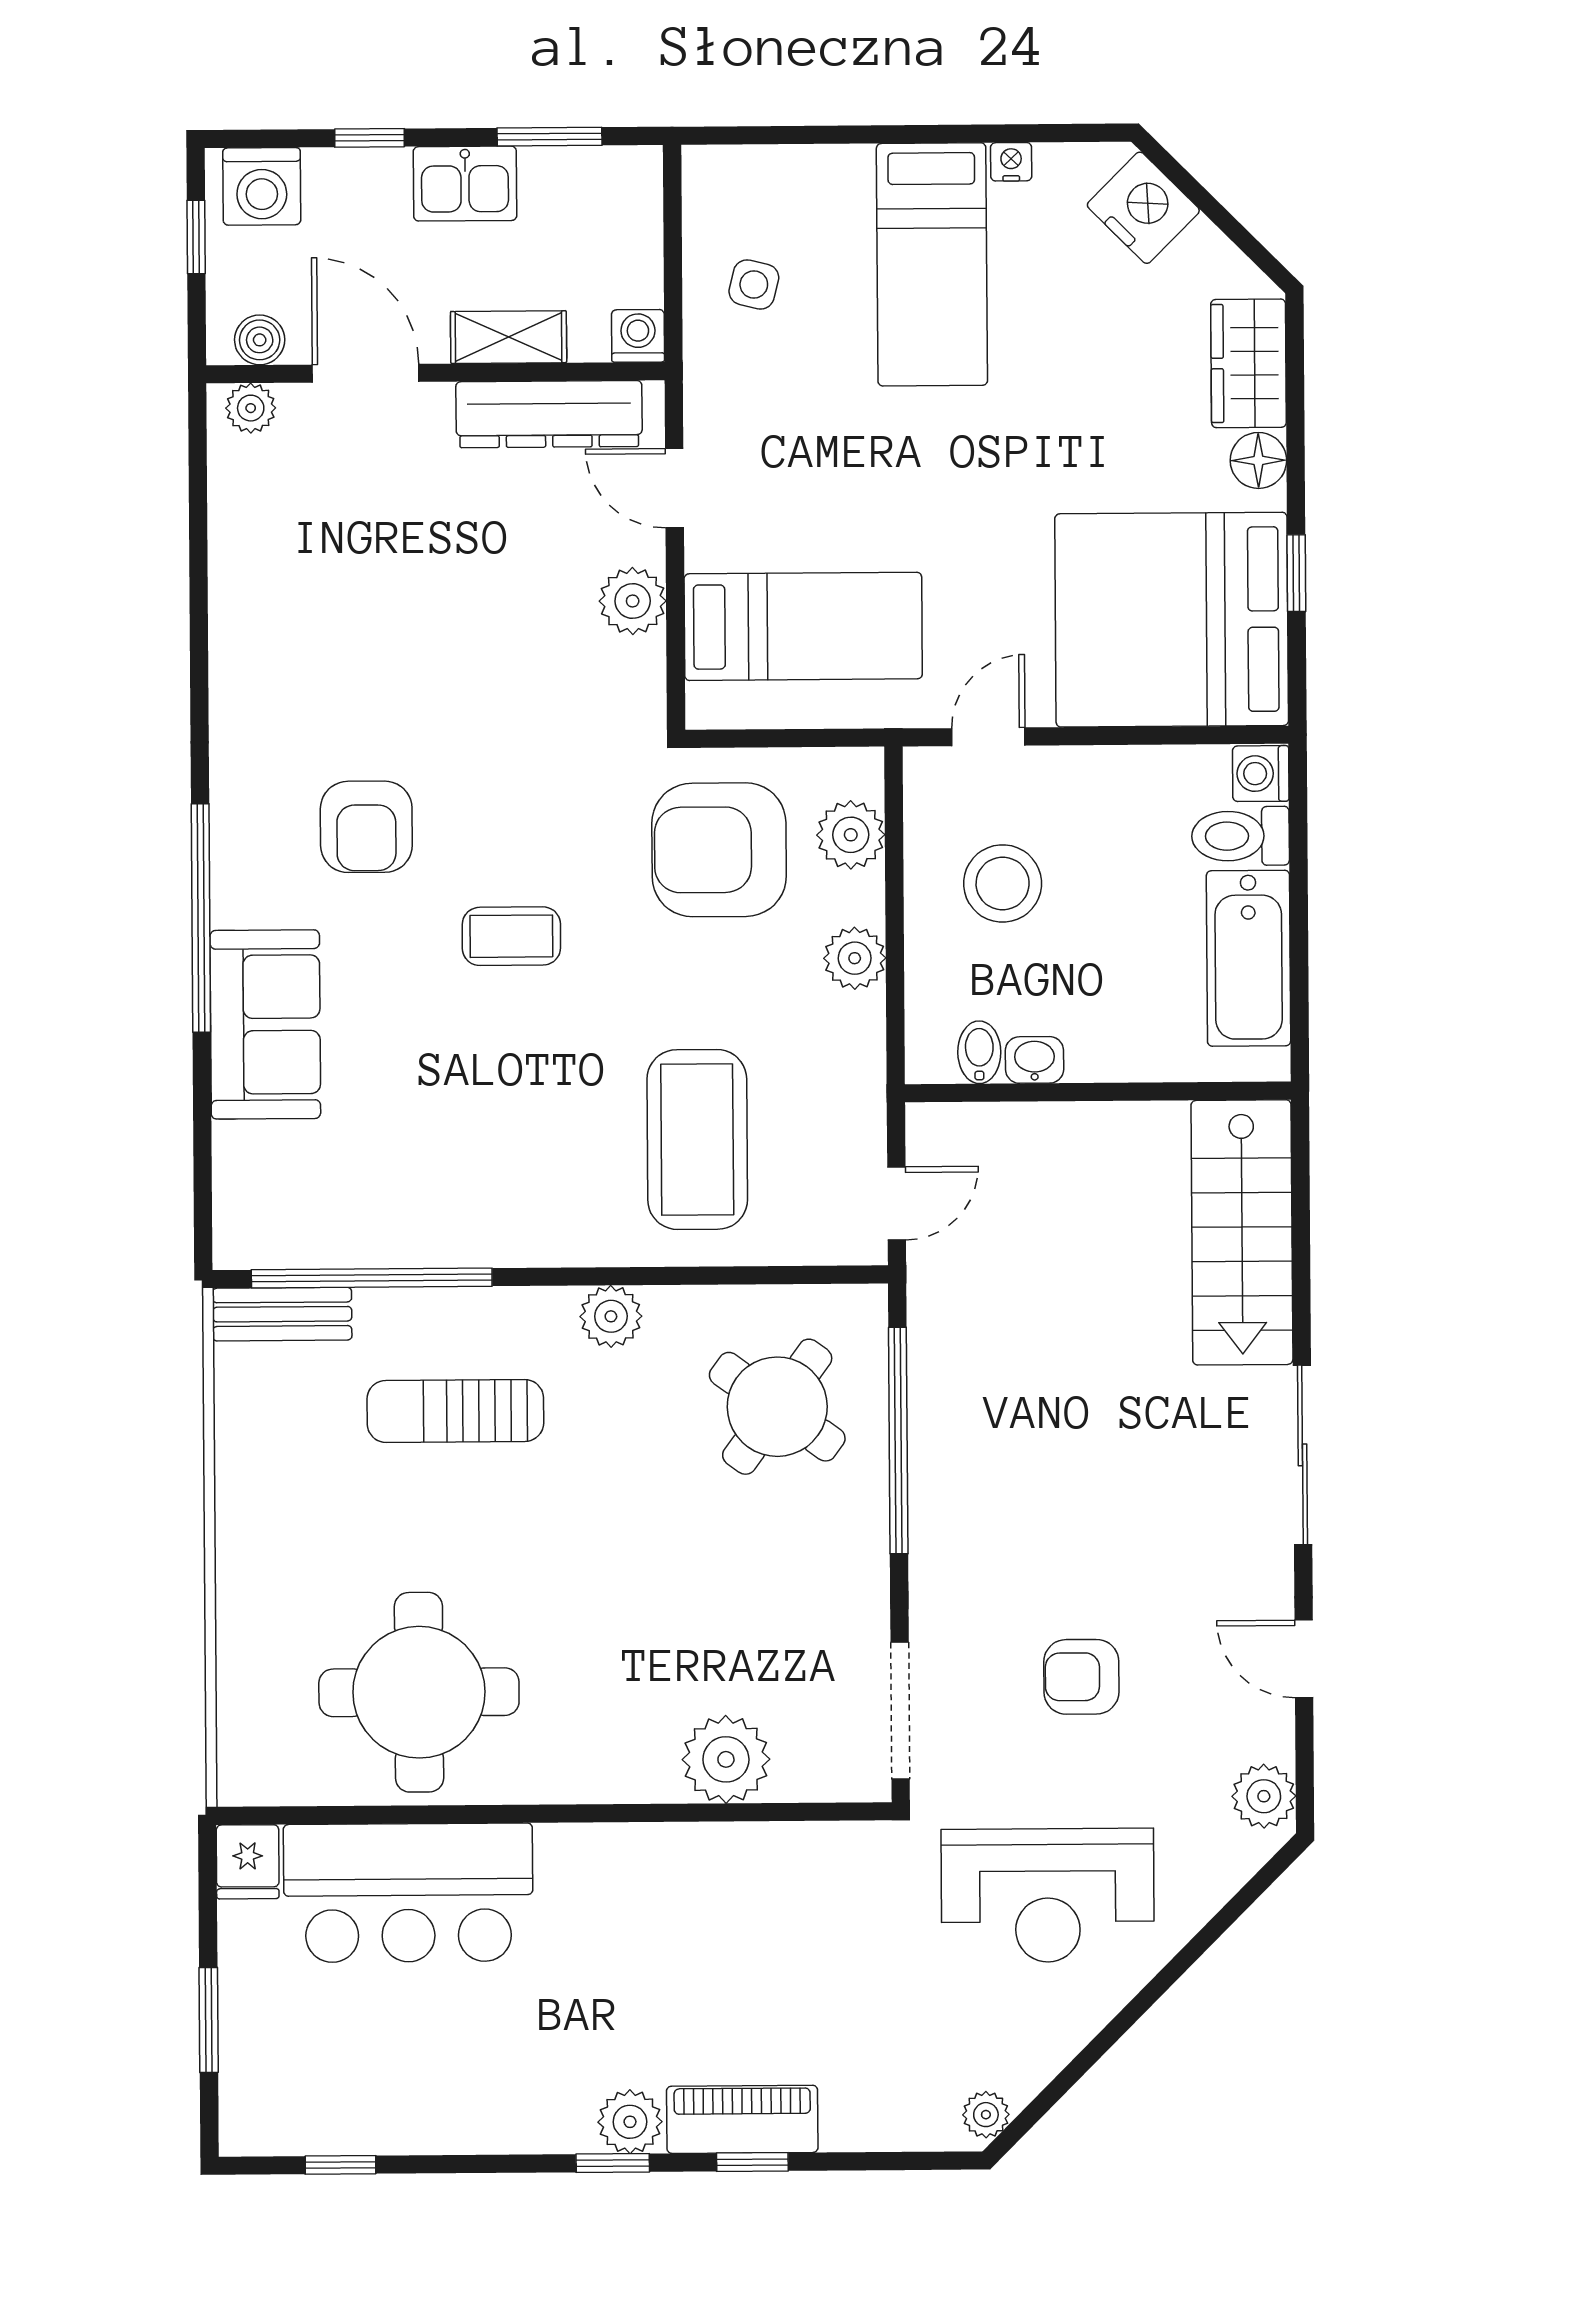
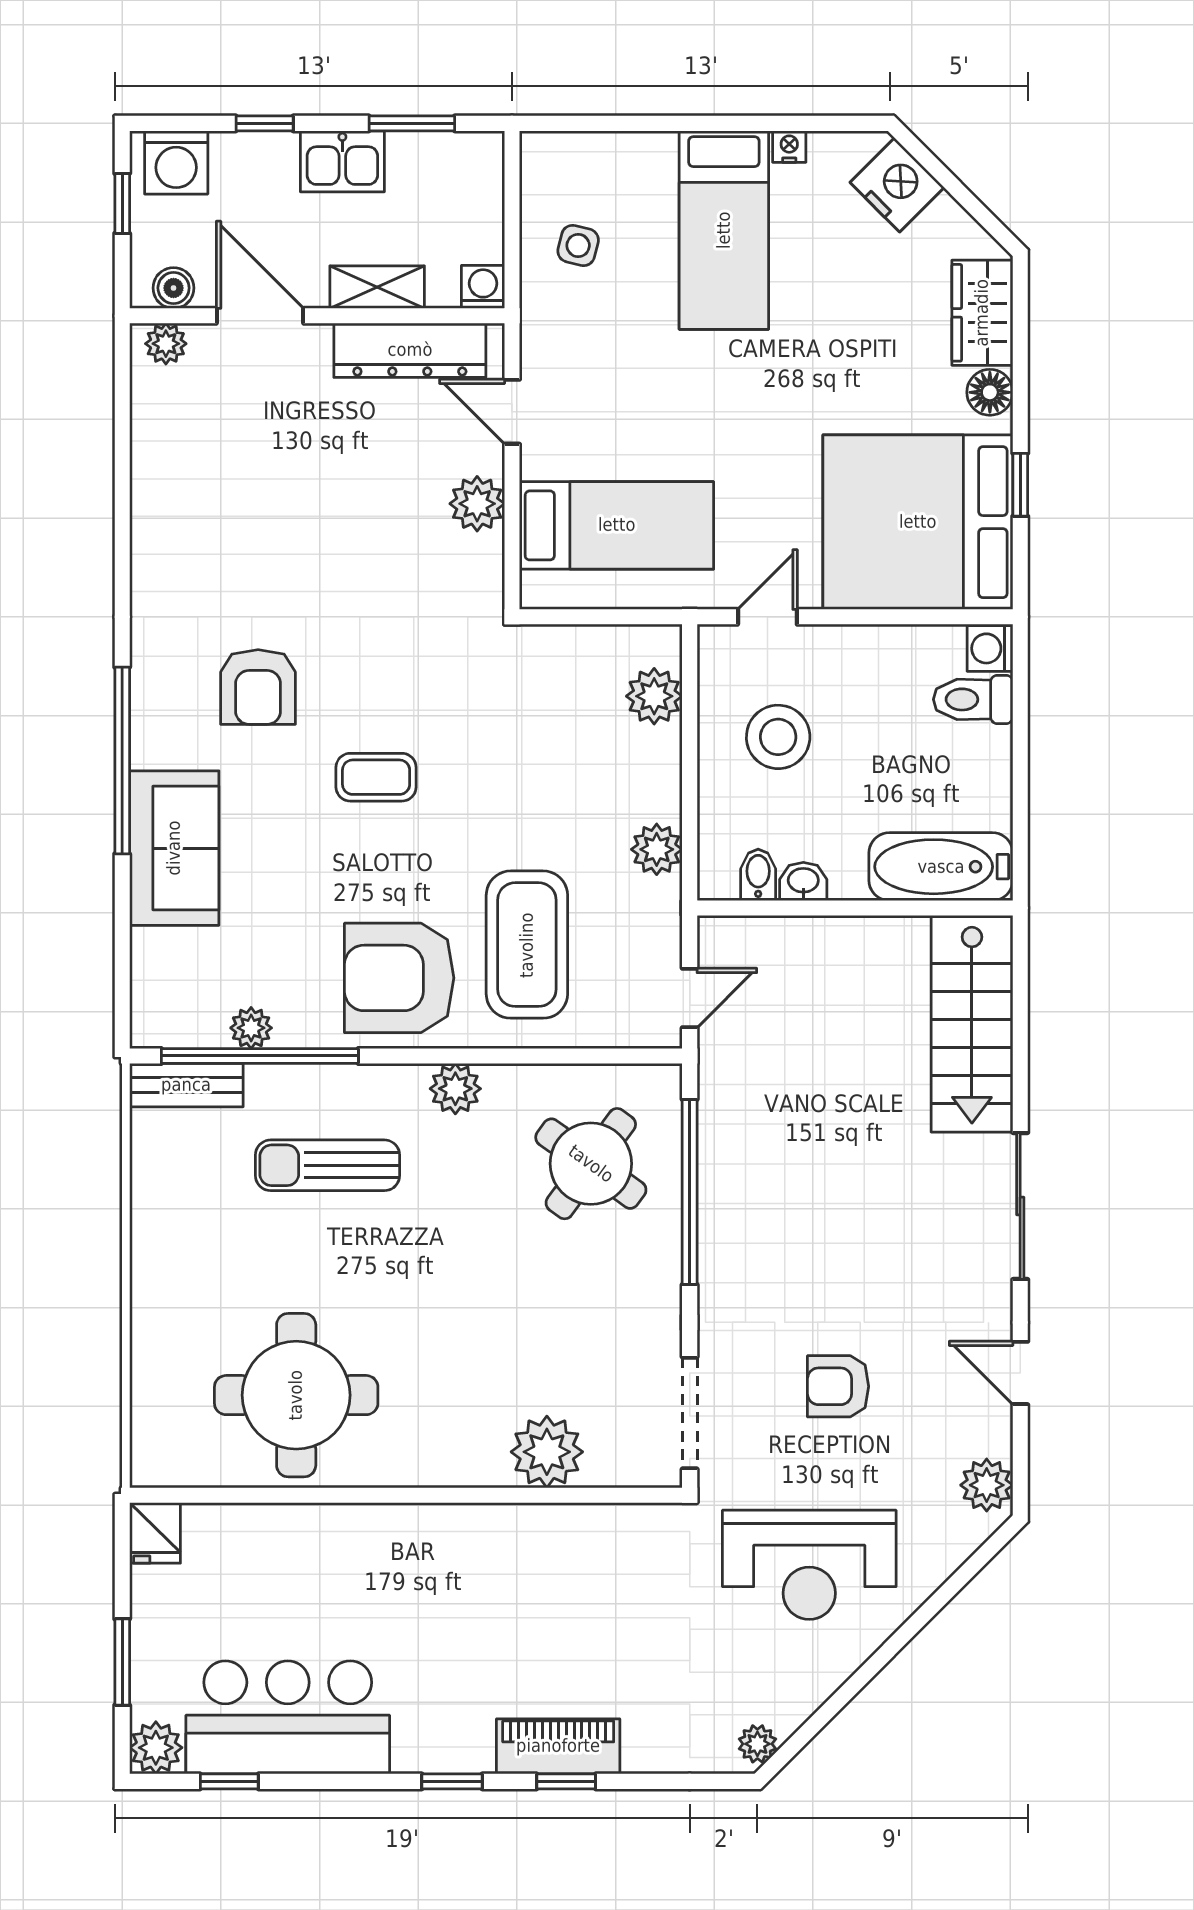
armchair: (719, 850) -> (399, 978), moved
plant: (855, 958) -> (657, 849), moved
bathtub: (1249, 958) -> (941, 867), moved, turned 90
plant: (361, 1244) -> (251, 1028), added
bar counter: (408, 1893) -> (288, 1717), moved, turned 180
plant: (630, 2122) -> (156, 1748), moved

